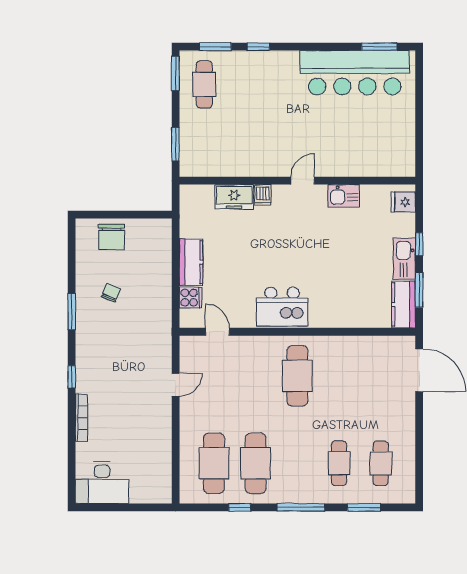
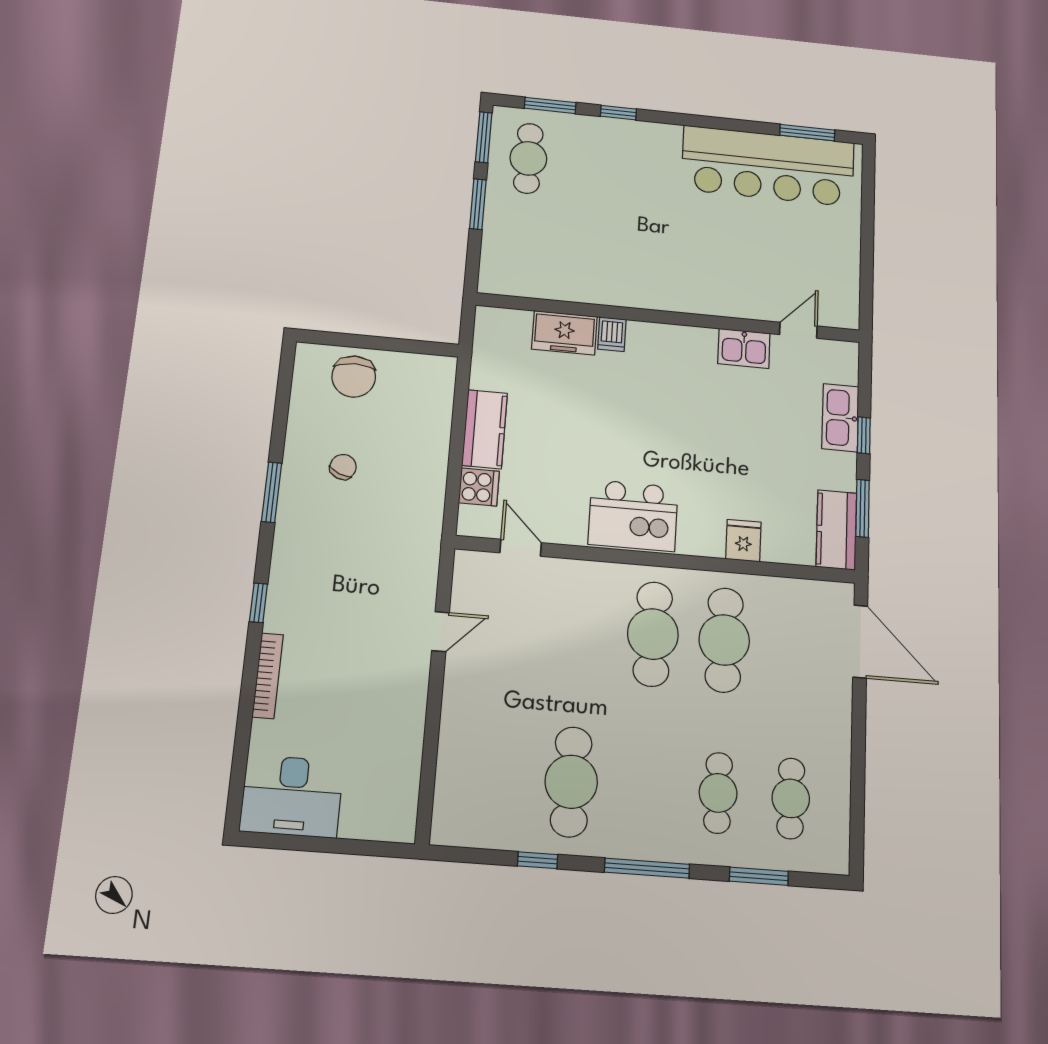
window: (176, 144) -> (478, 204), moved
door: (303, 181) -> (798, 330), moved
fridge: (403, 202) -> (743, 541), moved, turned 90
kitchen sink: (404, 259) -> (840, 418), moved
cafe table: (214, 463) -> (724, 640), moved

